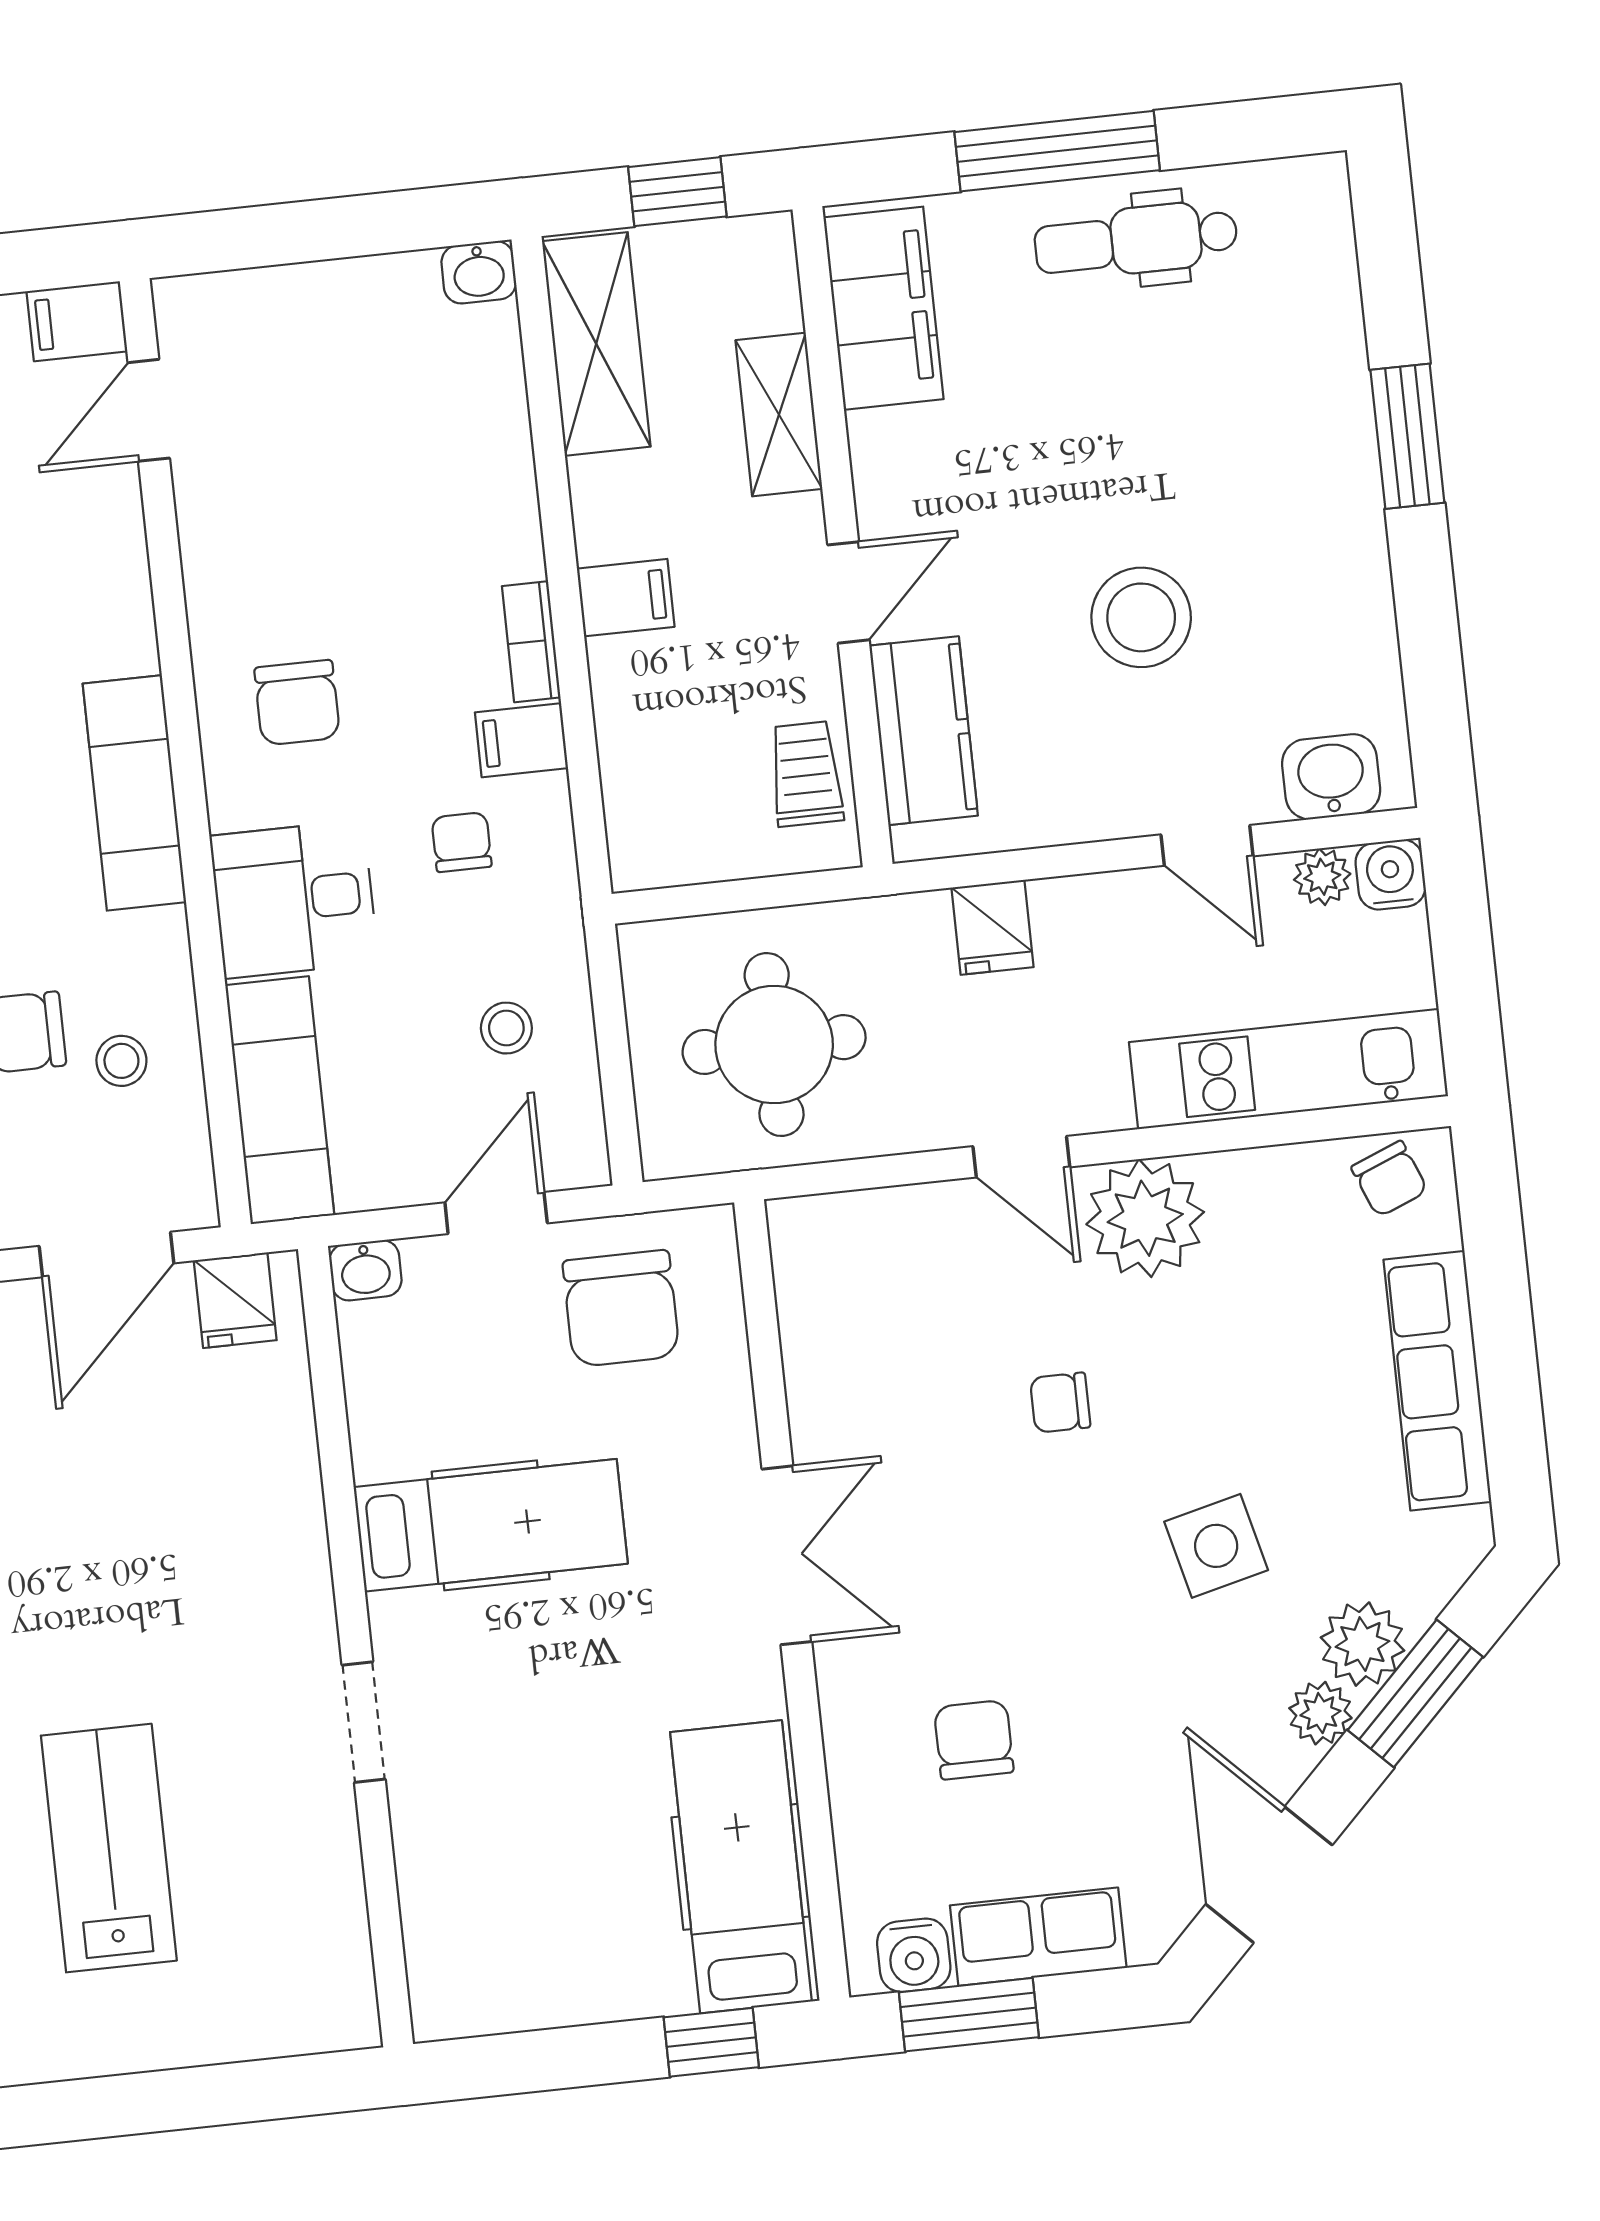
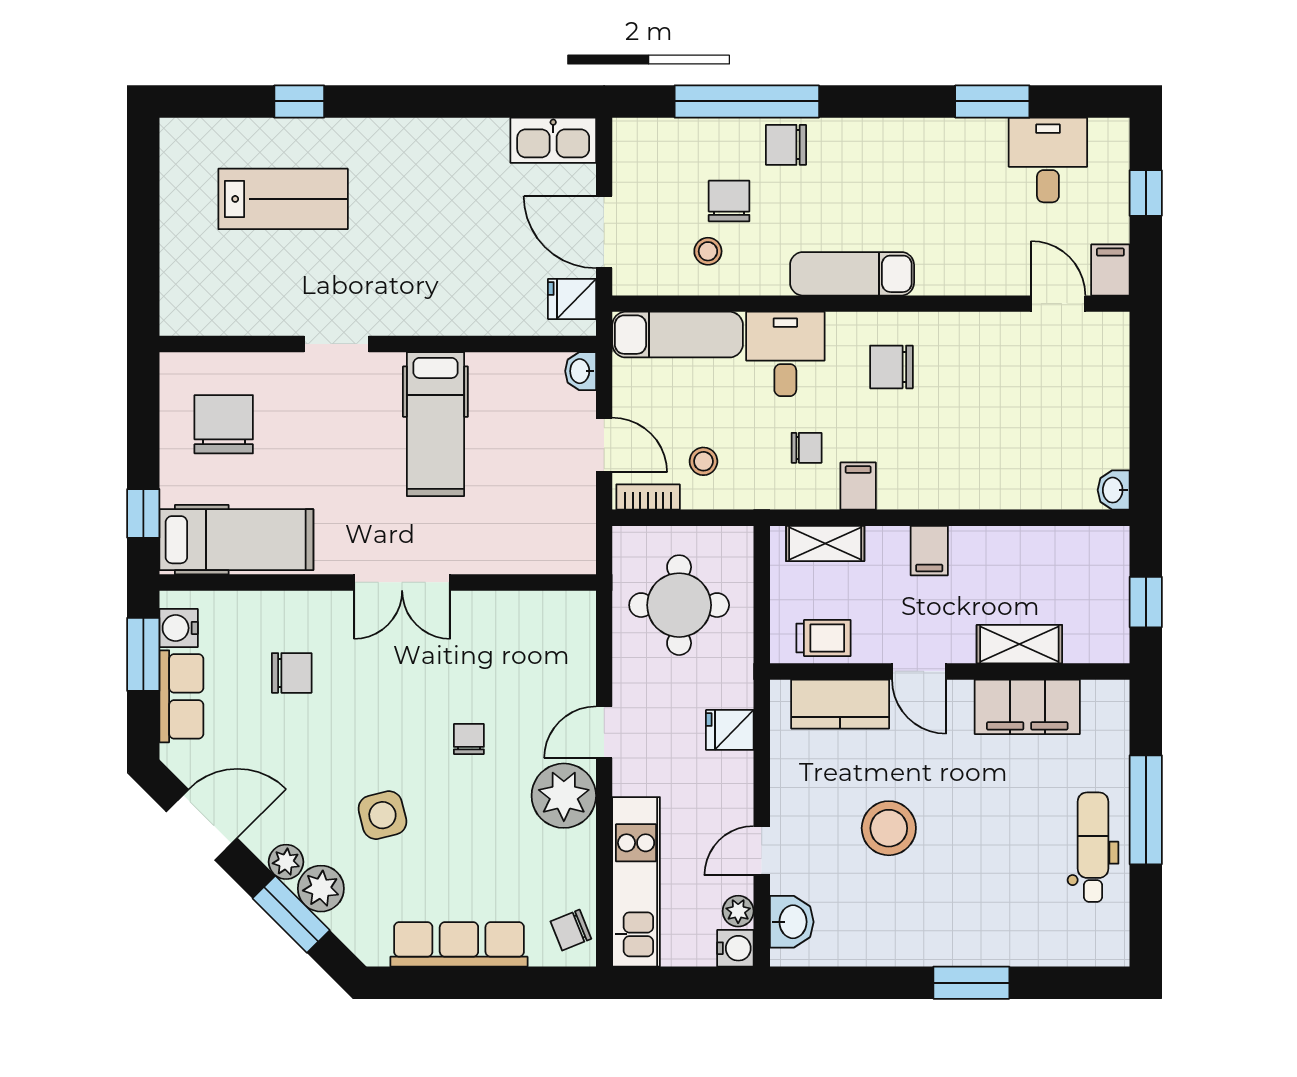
filing cabinet: (884, 308) -> (1027, 707), moved
shelving: (596, 344) -> (825, 544), moved, width x0.67, depth x0.75
bookcase: (531, 642) -> (648, 497), moved
chair: (621, 1308) -> (224, 424), moved, turned 90

